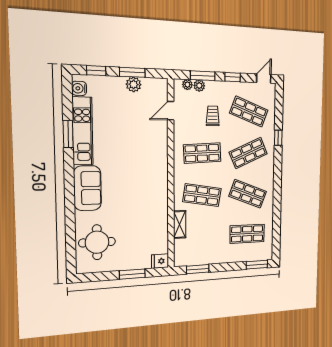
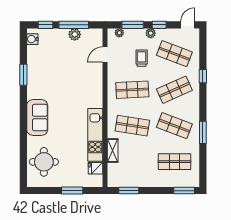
window: (132, 72) -> (74, 25), width x1.44
plant: (199, 86) -> (151, 33), moved
kitchen unit: (82, 131) -> (95, 135), moved, turned 180
window: (277, 200) -> (203, 132), added
fridge: (160, 261) -> (96, 168), moved

